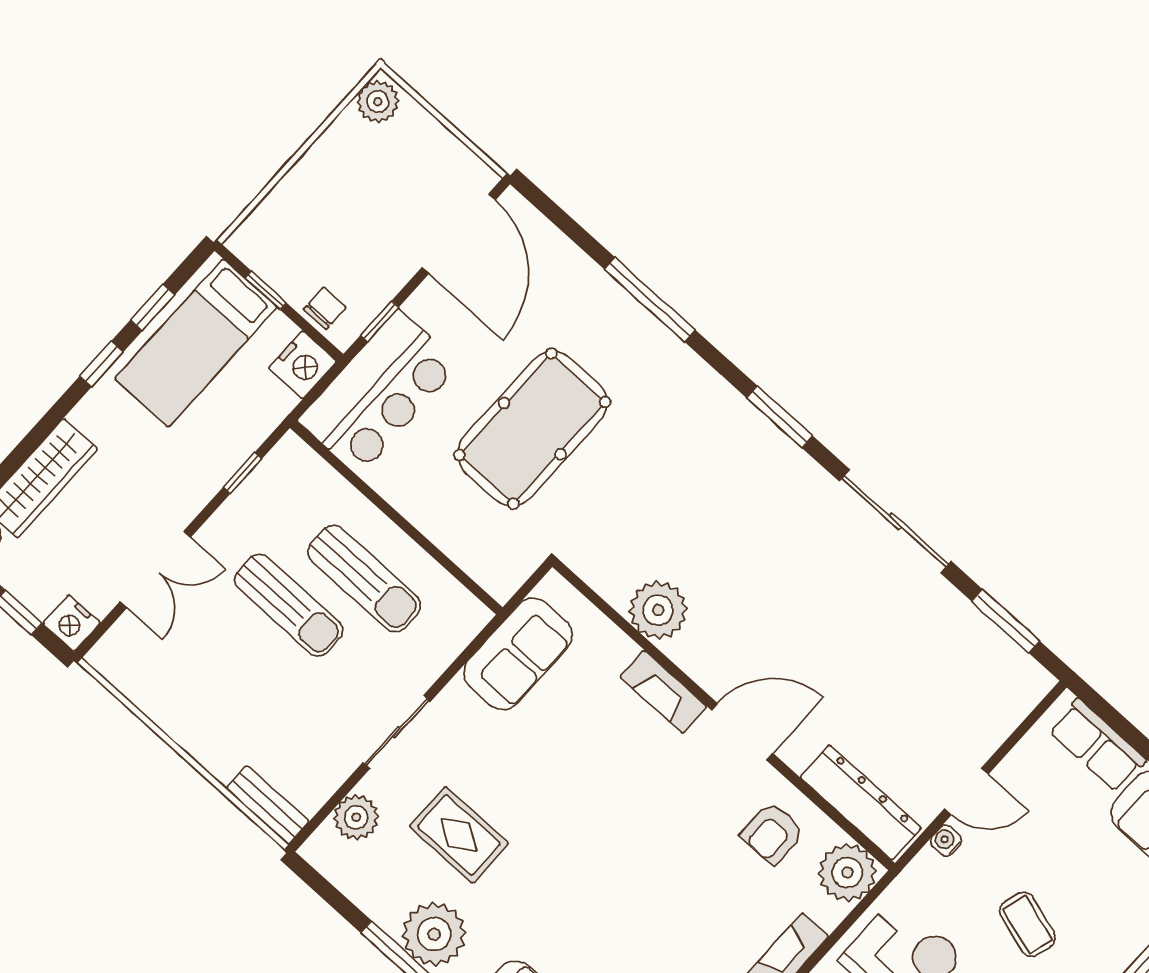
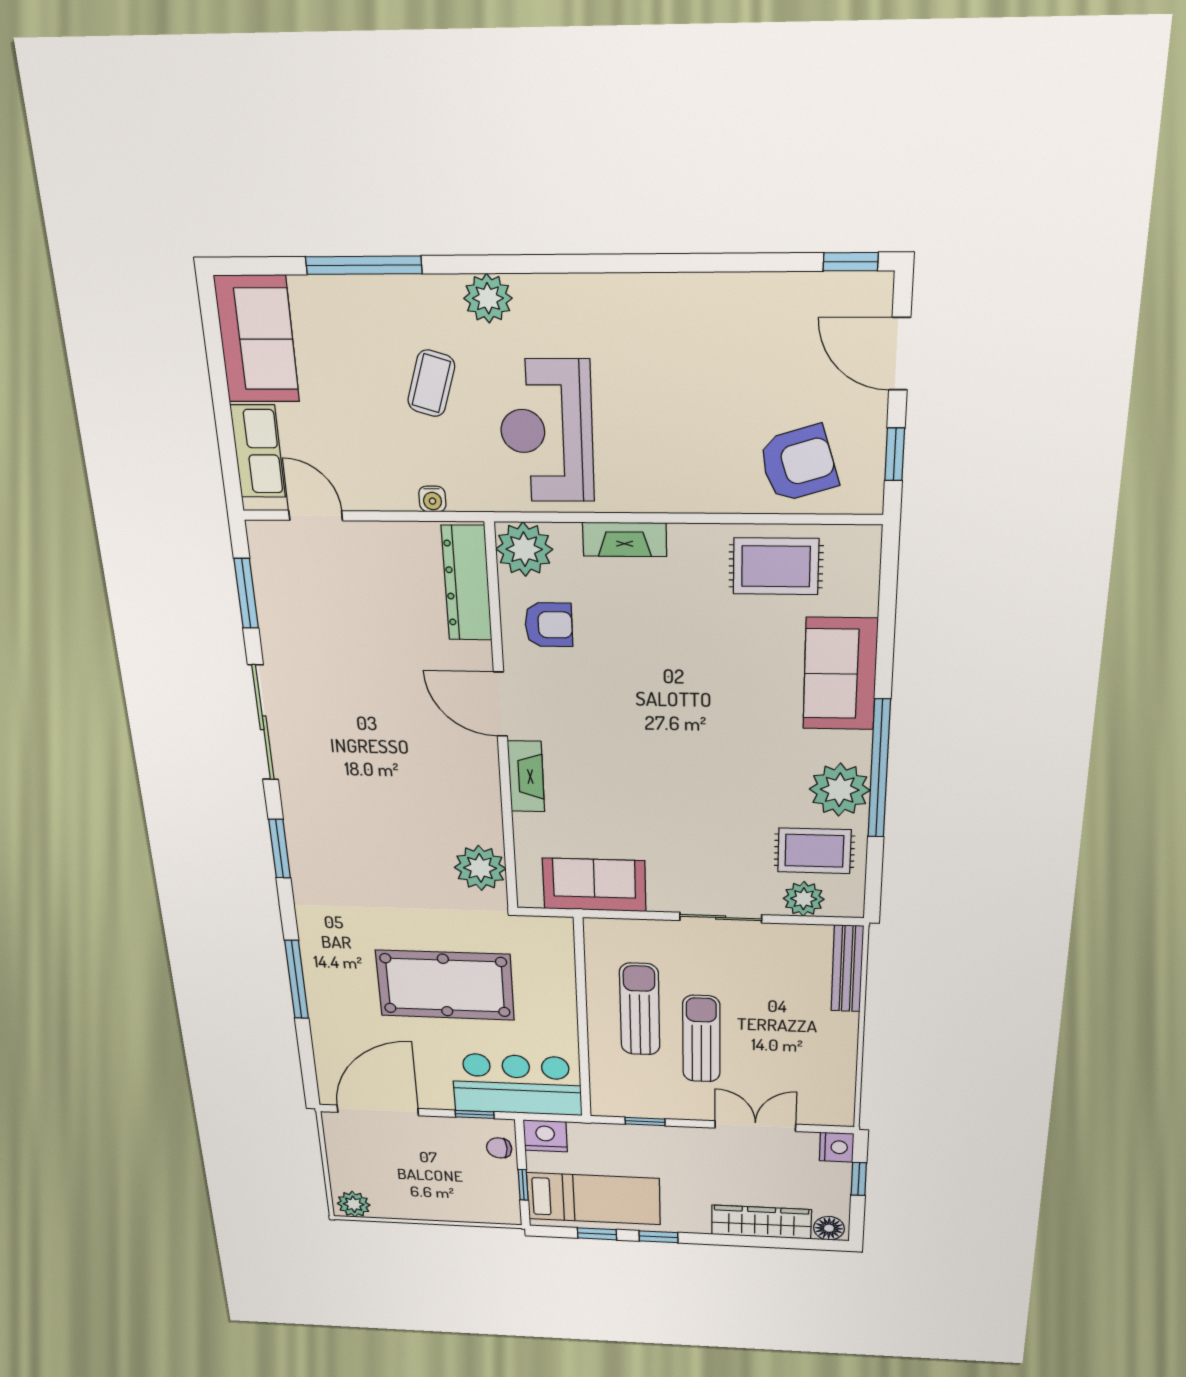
plant: (658, 610) -> (480, 868), moved
door: (966, 791) -> (316, 515), moved
bench: (268, 805) -> (847, 969), width x1.36
rug: (459, 835) -> (814, 851), moved, turned 90

